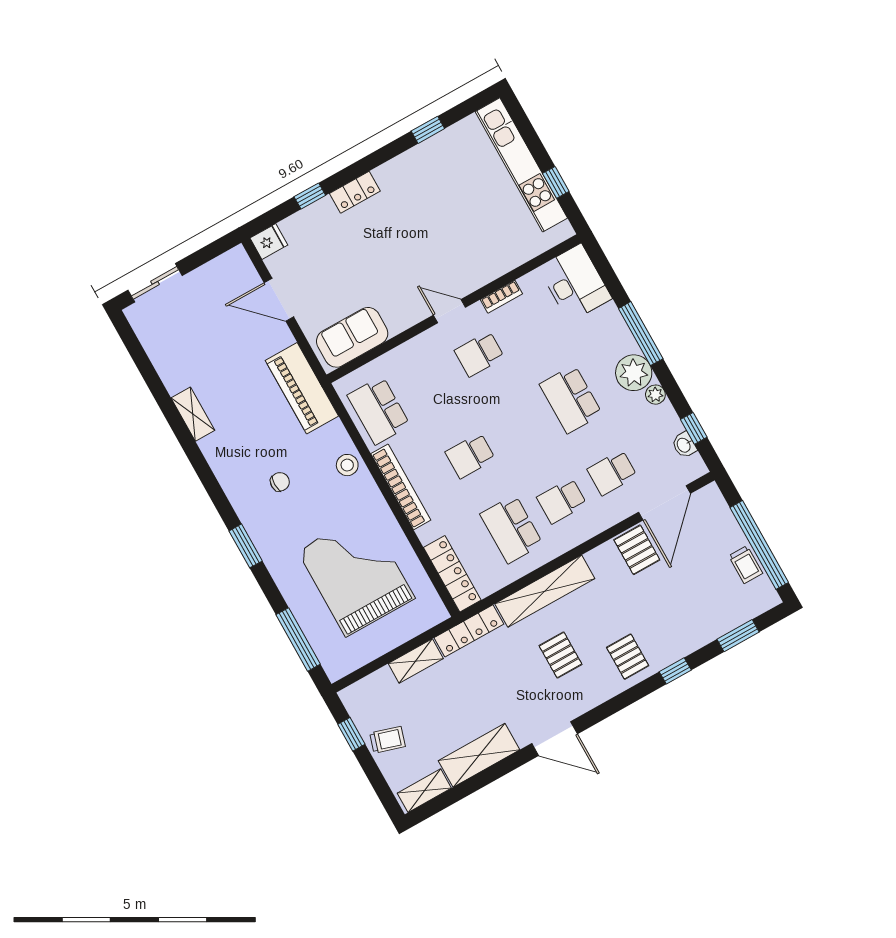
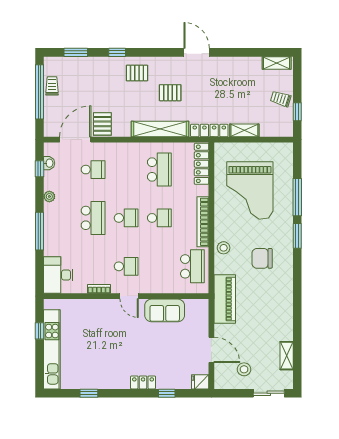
stool: (213, 298) -> (244, 369), added
sofa: (352, 337) -> (165, 310), moved
plant: (634, 373) -> (54, 214), removed
shelving: (193, 414) -> (287, 356), moved
chair: (280, 482) -> (262, 258), width x1.87, depth x1.87
school desk: (562, 501) -> (126, 218), moved
window: (298, 639) -> (297, 197), moved
pallet: (560, 655) -> (170, 93), turned 90
pallet: (628, 657) -> (137, 73), turned 90
shelving: (479, 755) -> (239, 65), removed

